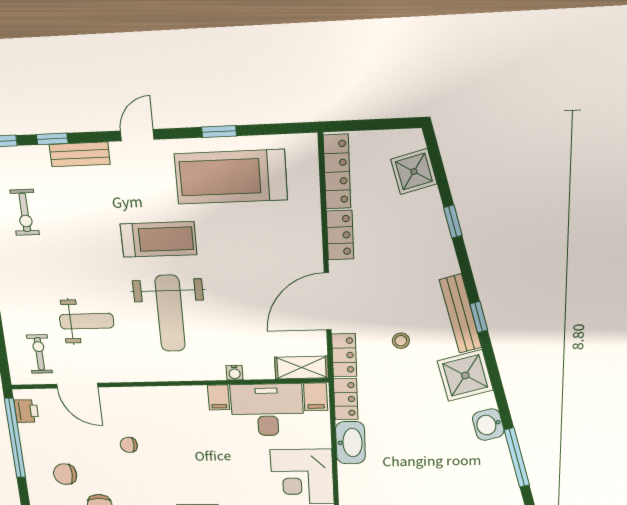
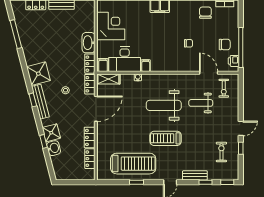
locker: (337, 172) -> (90, 159), width x0.66
shower: (414, 172) -> (51, 133), moved
weight bench: (170, 313) -> (164, 105), turned -90
washbasin: (488, 425) -> (54, 148), moved
chair: (65, 474) -> (225, 44), moved

